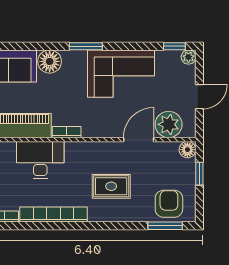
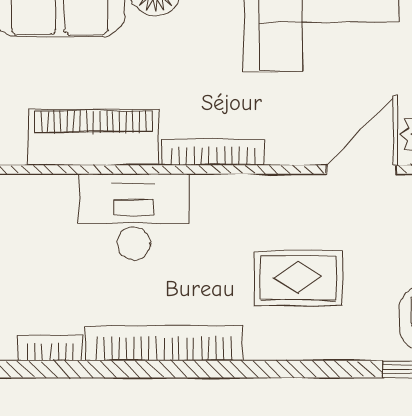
bookcase: (67, 132) -> (213, 152), width x1.56

